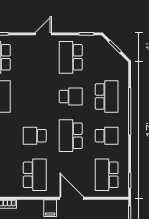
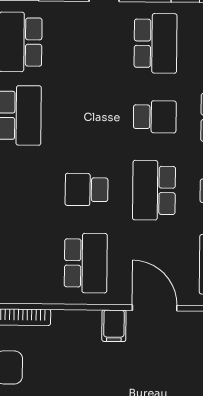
school desk: (71, 57) -> (156, 43), turned 180

